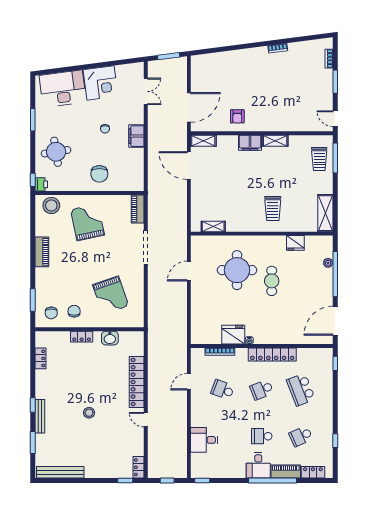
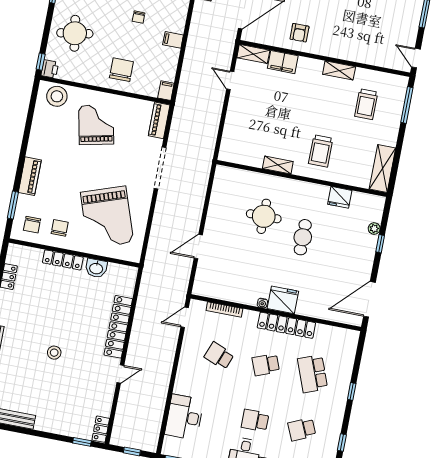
filing cabinet: (136, 136) -> (173, 40), width x0.50
filing cabinet: (250, 143) -> (283, 62), moved
trolley: (319, 159) -> (366, 104), moved
door: (189, 166) -> (230, 80), width x0.53
chair: (99, 174) -> (121, 70), turned 180
filing cabinet: (138, 184) -> (166, 91), added
shelving: (213, 226) -> (278, 165), moved
piano: (42, 252) -> (30, 176), moved
round table: (237, 270) -> (264, 216), width x0.73, depth x0.73
door: (189, 271) -> (198, 247), moved
window: (335, 274) -> (380, 244), width x0.32
grand piano: (111, 295) -> (107, 217), width x1.37, depth x1.48
fridge: (233, 335) -> (283, 300), moved
locker: (82, 337) -> (63, 260), width x1.53
window: (335, 363) -> (352, 391), moved
door: (189, 382) -> (185, 317), moved
door: (146, 420) -> (120, 374), swing flipped
desk: (204, 440) -> (184, 417), width x1.37

